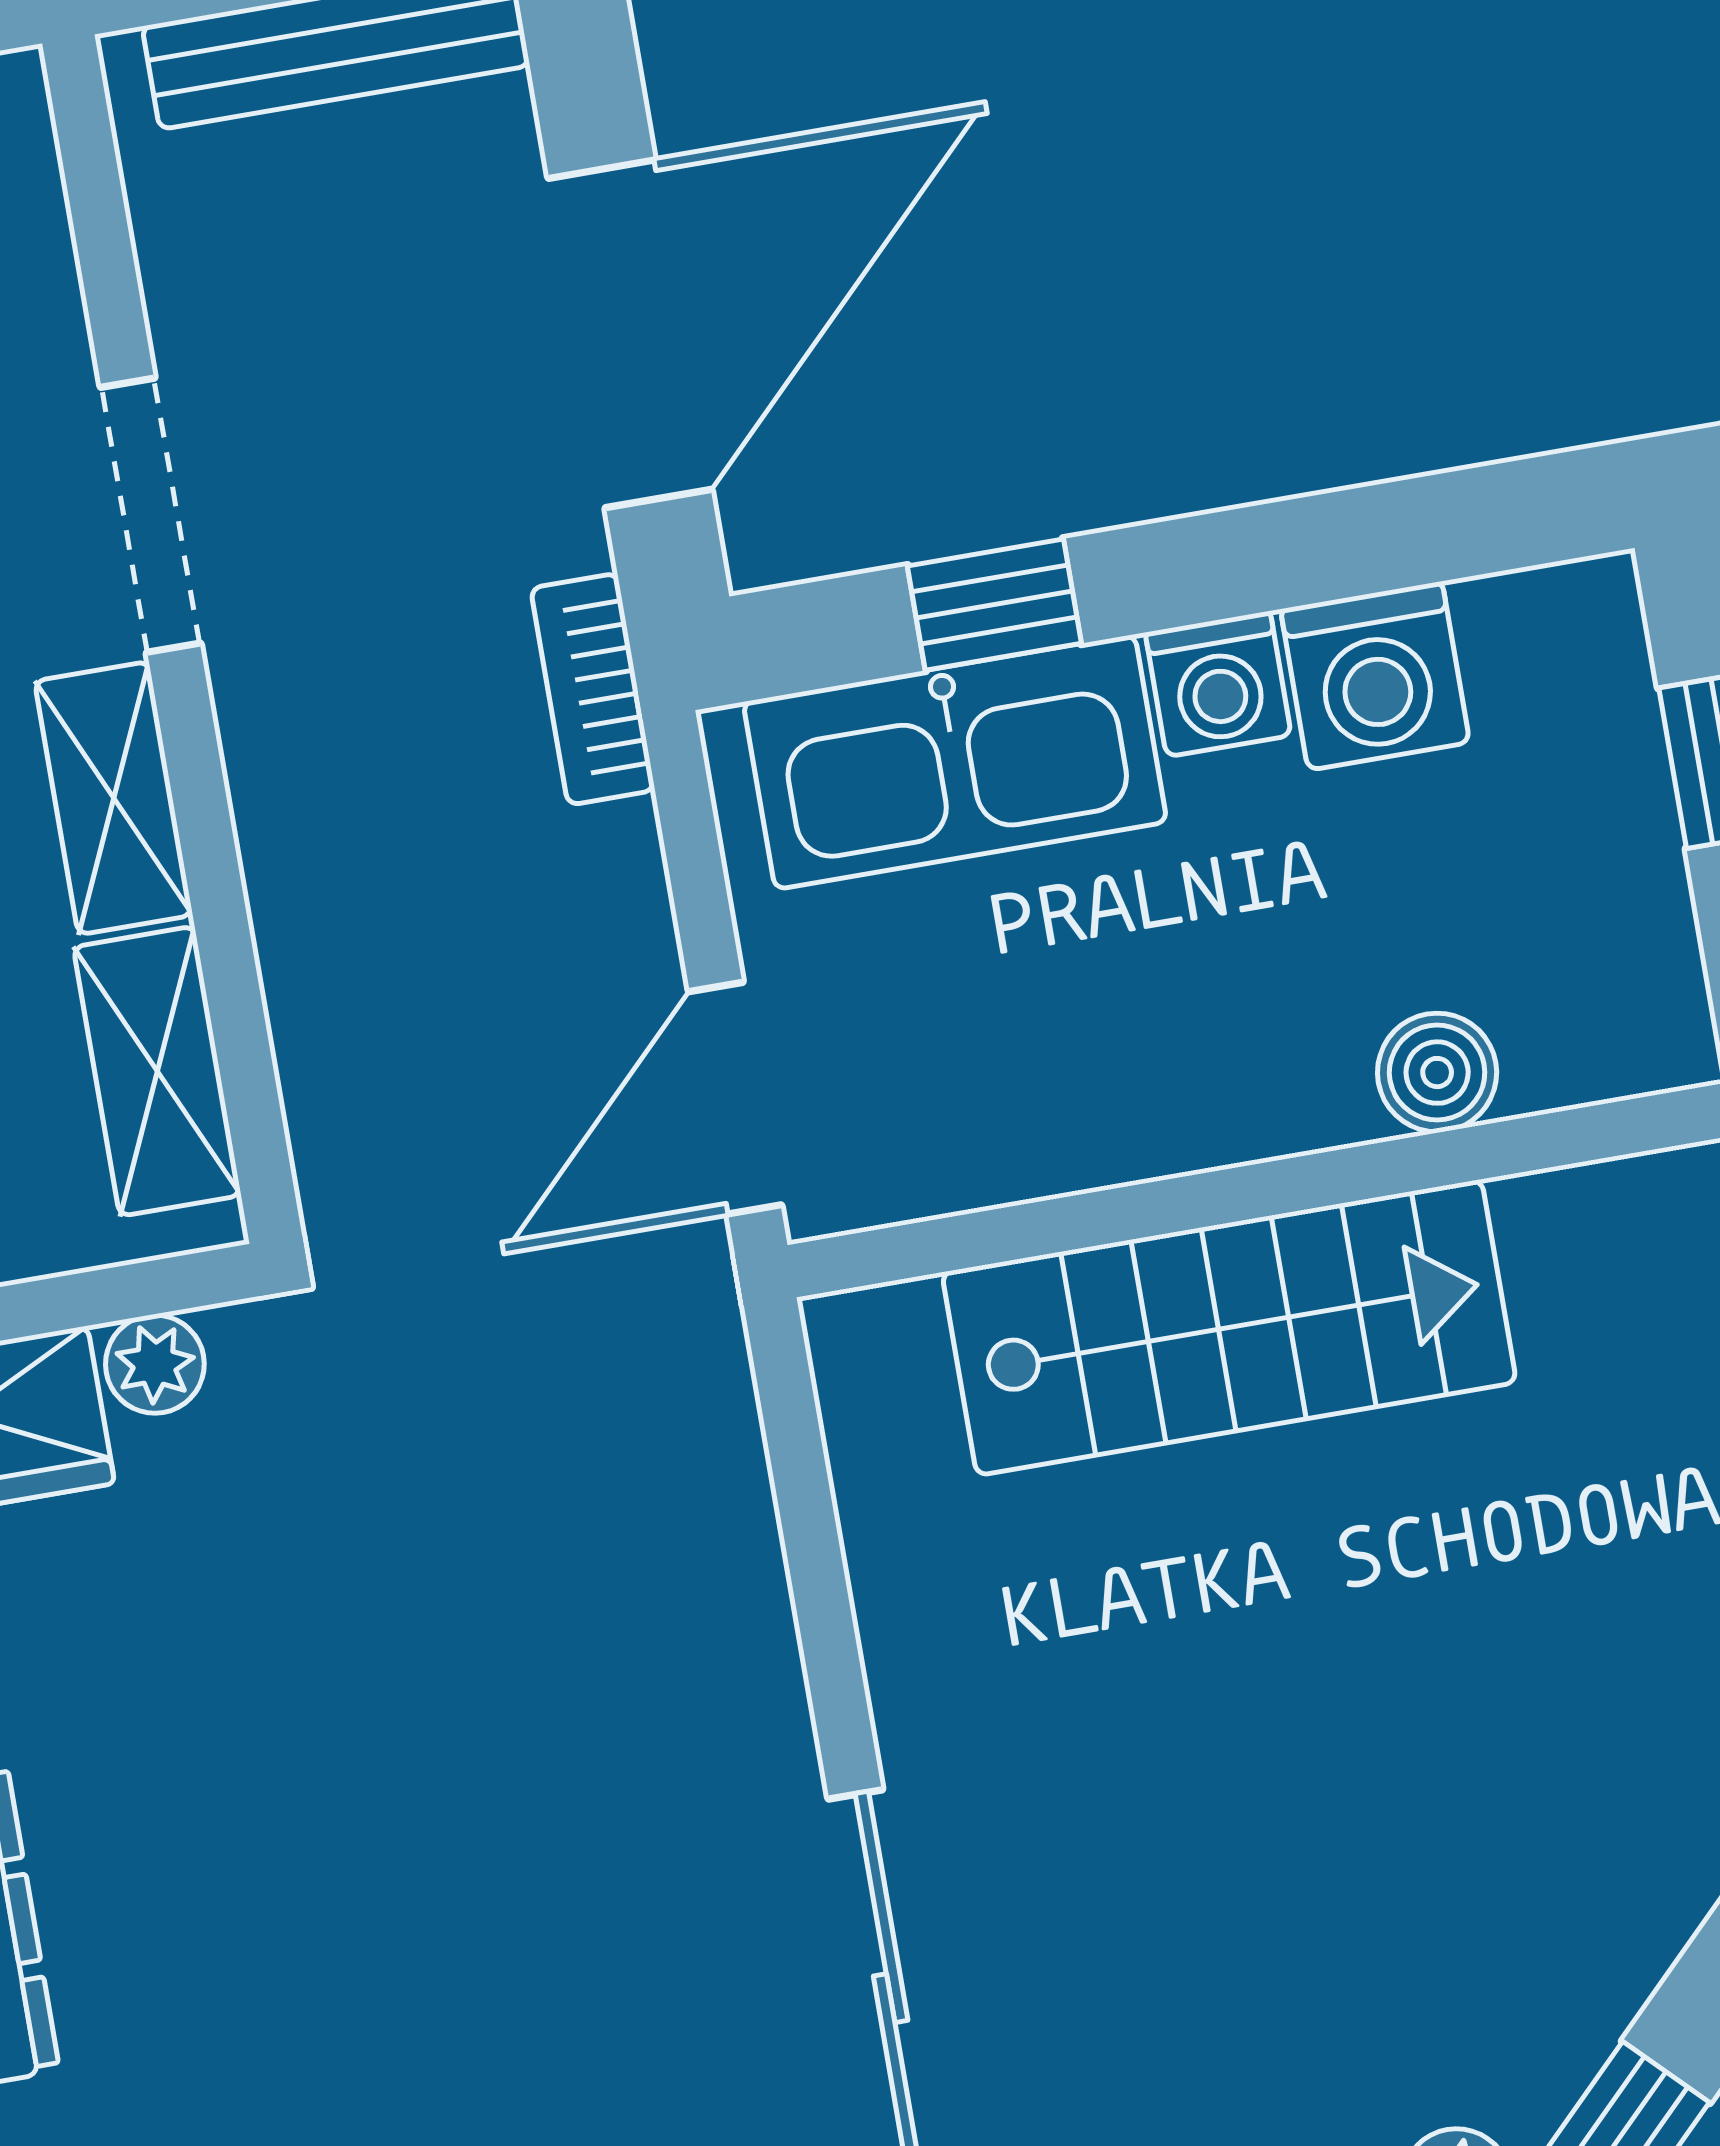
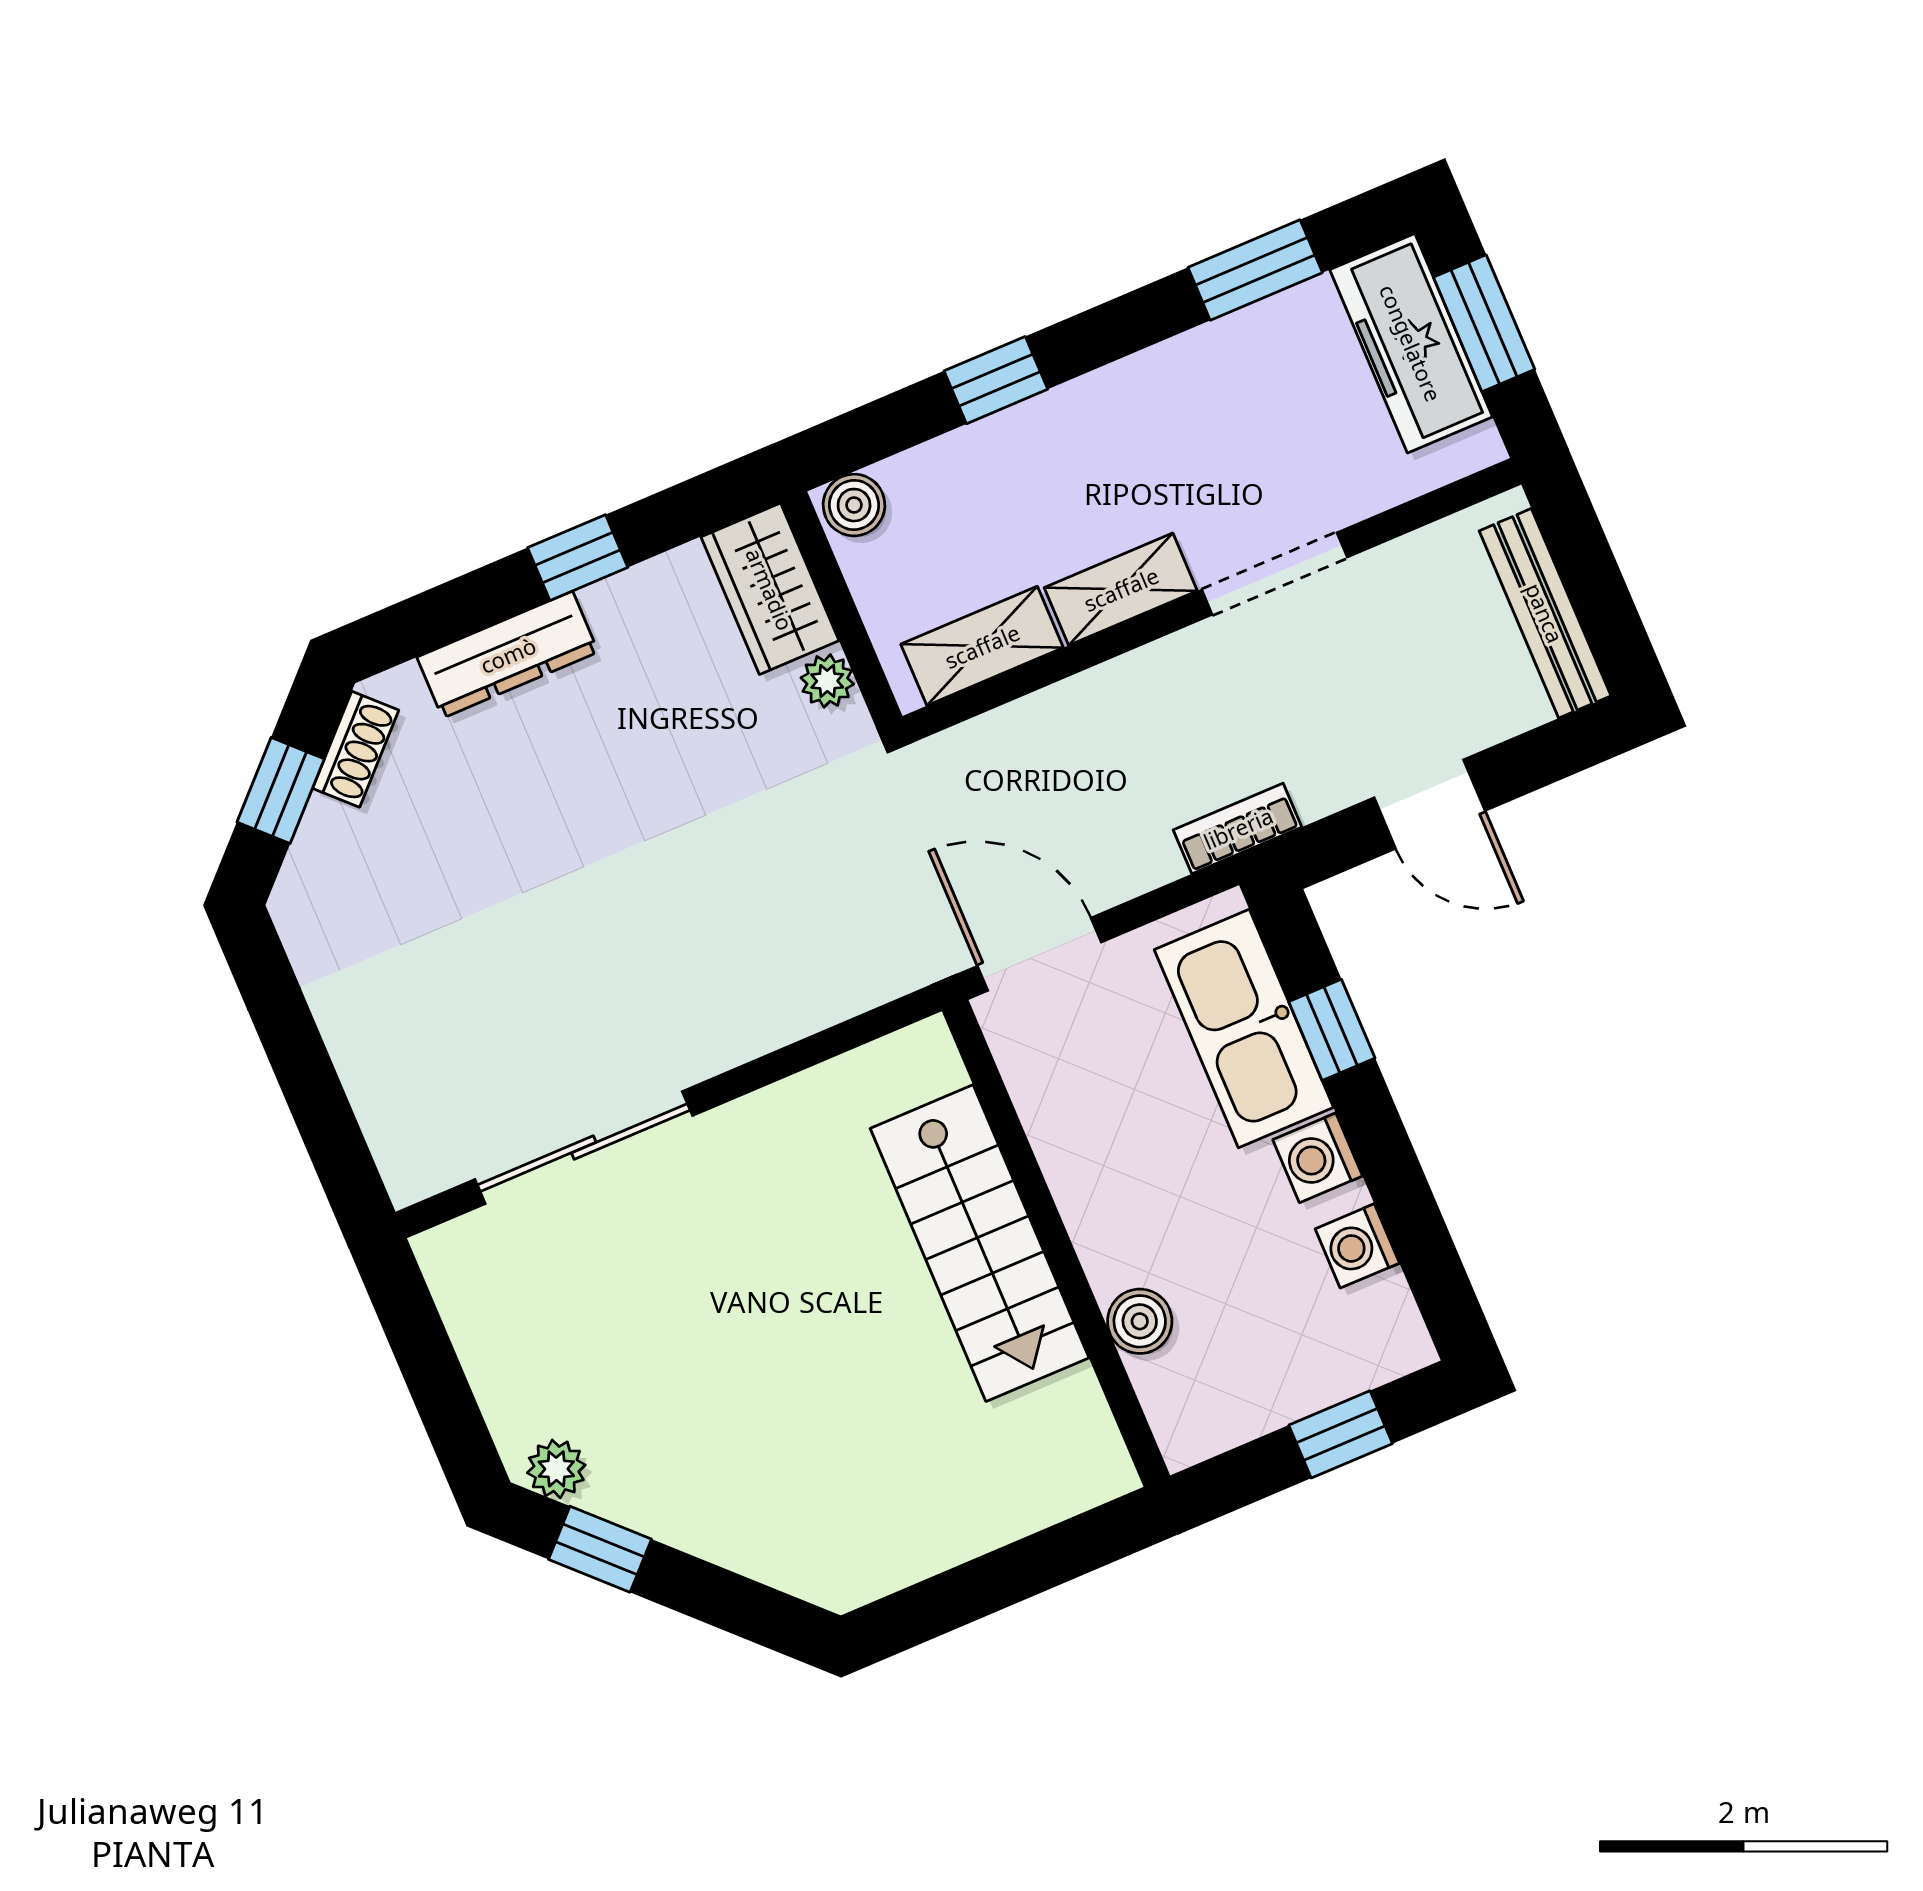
door: (630, 334) -> (1430, 804), width x0.53
washing machine: (1375, 676) -> (1357, 1246), width x0.73, depth x0.73

